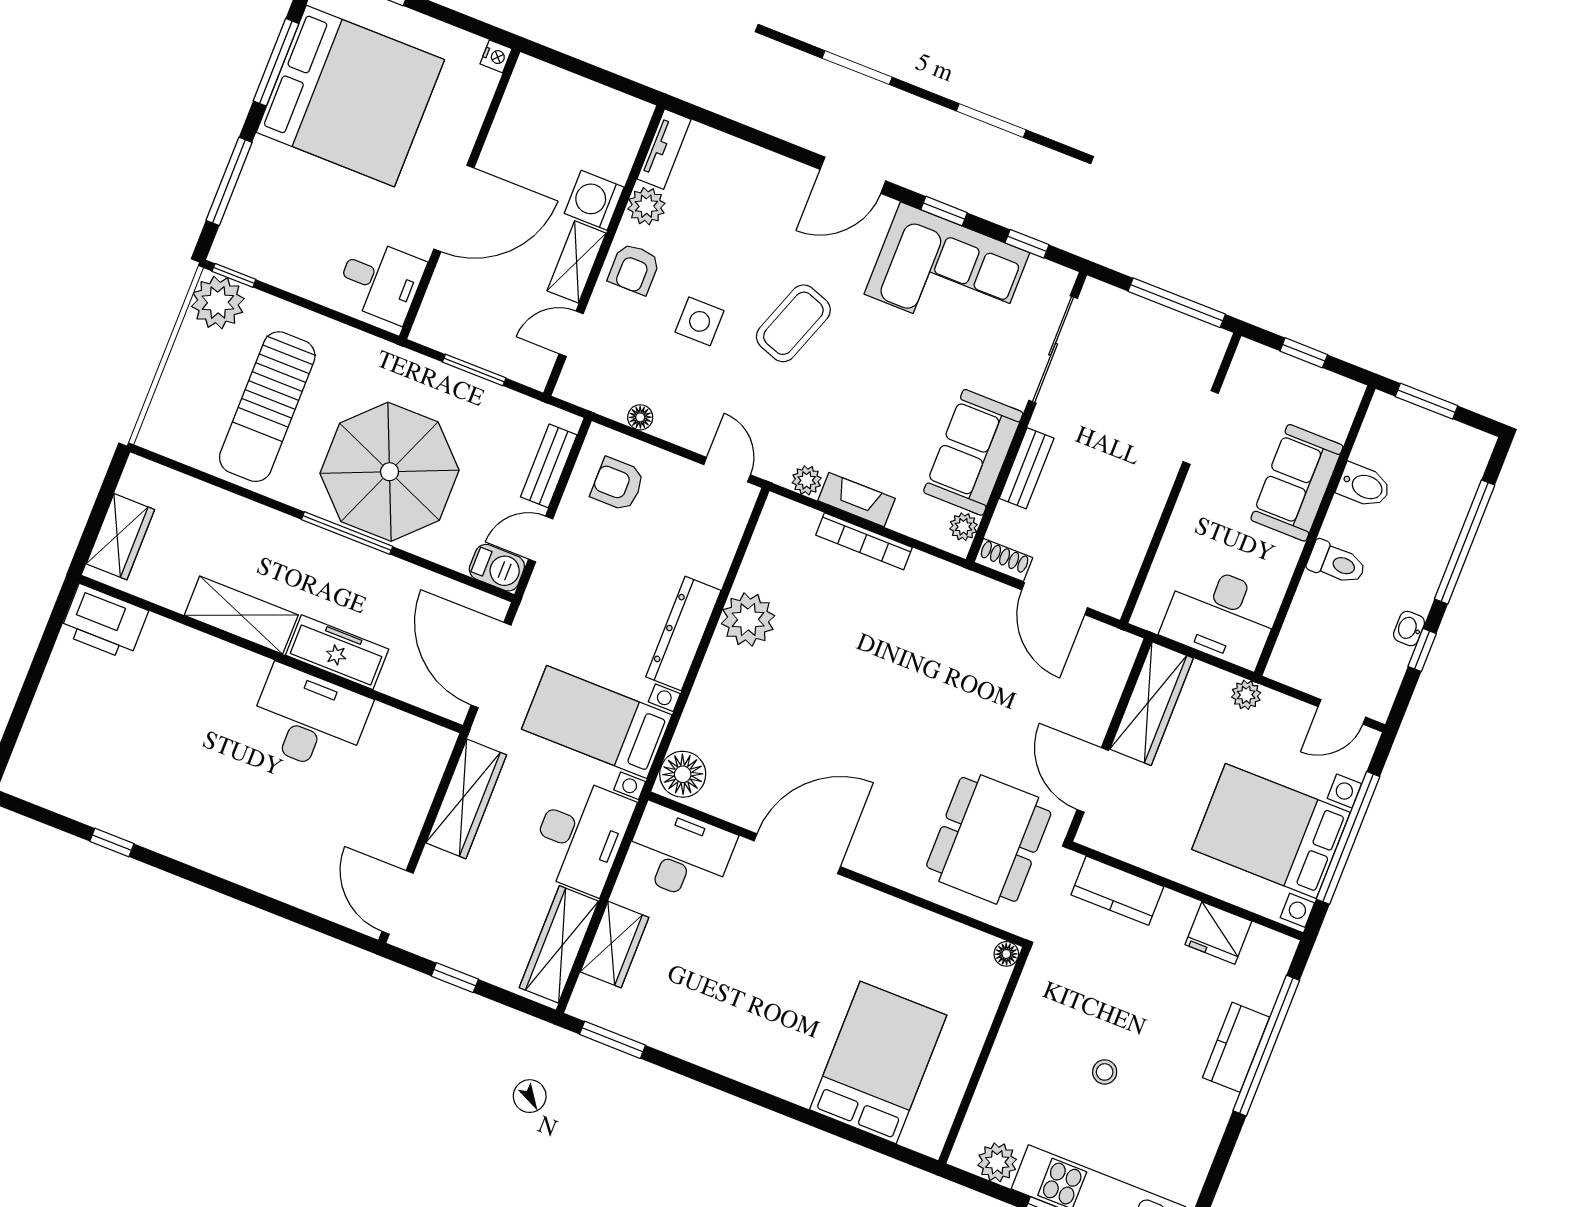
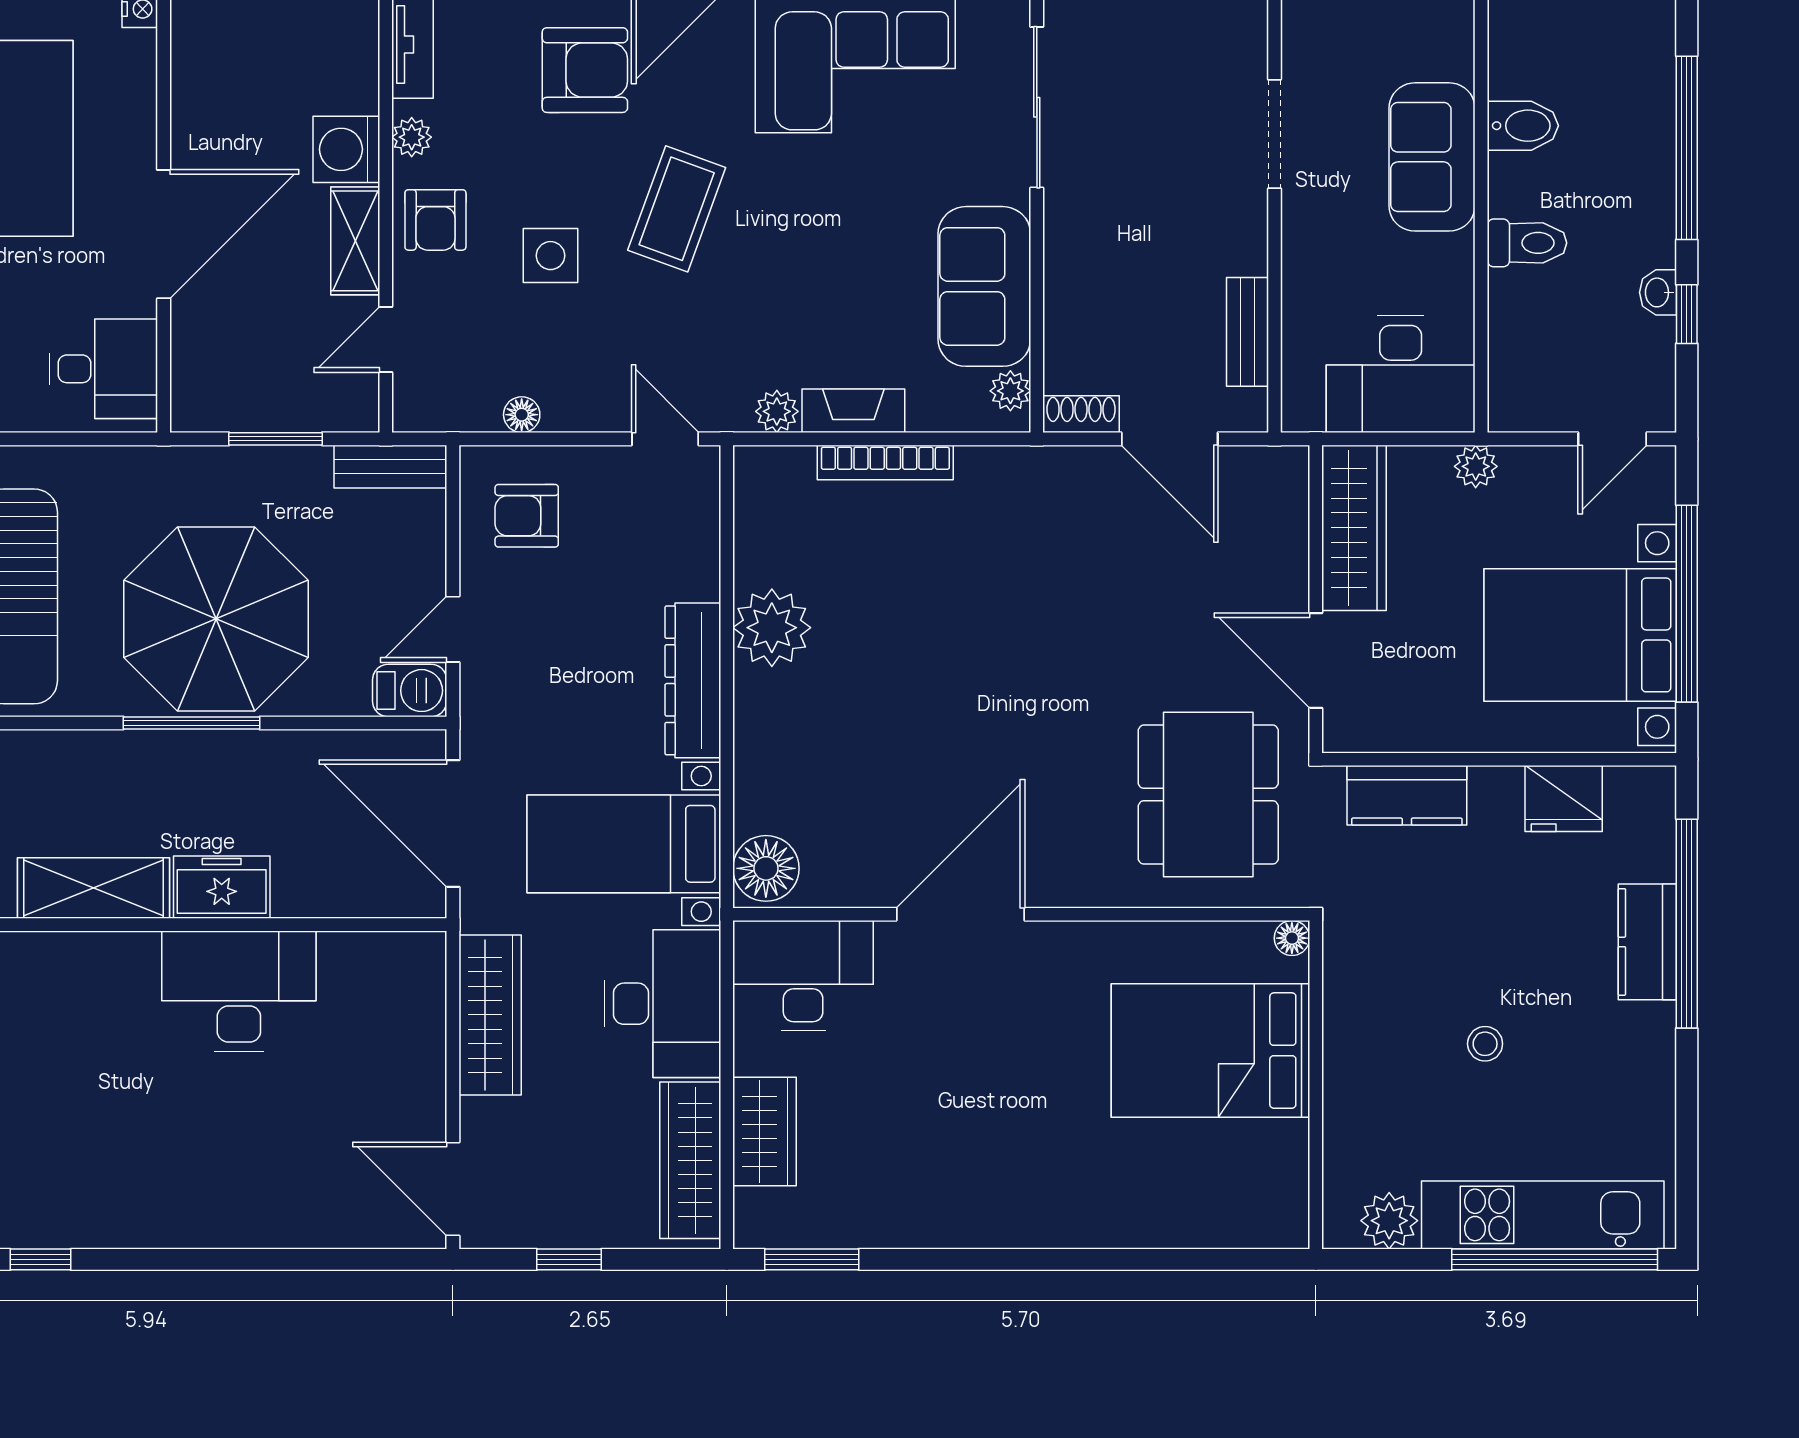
plant: (646, 206) -> (412, 137), width x0.73, depth x0.73
armchair: (769, 210) -> (585, 70), added
bench: (549, 466) -> (390, 467), moved, turned 90
bench: (1027, 468) -> (1247, 332), moved
freezer: (337, 652) -> (222, 887), width x0.71
bed: (878, 1062) -> (1211, 1051), moved, turned -90

